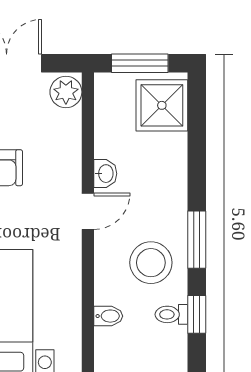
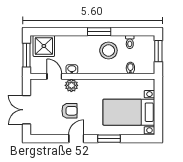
plant: (66, 92) -> (71, 85), moved
door: (88, 211) -> (54, 76), moved
window: (197, 314) -> (130, 32), removed

